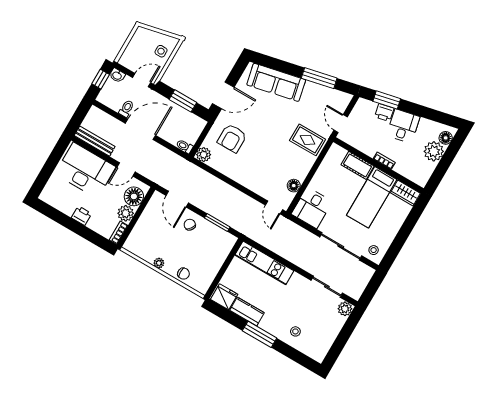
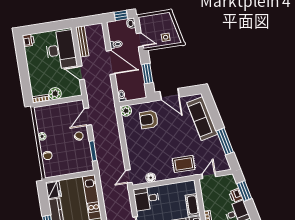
rug: (308, 140) -> (184, 164), turned 90
floor lamp: (134, 196) -> (69, 90), removed
printer: (81, 216) -> (28, 40), moved

